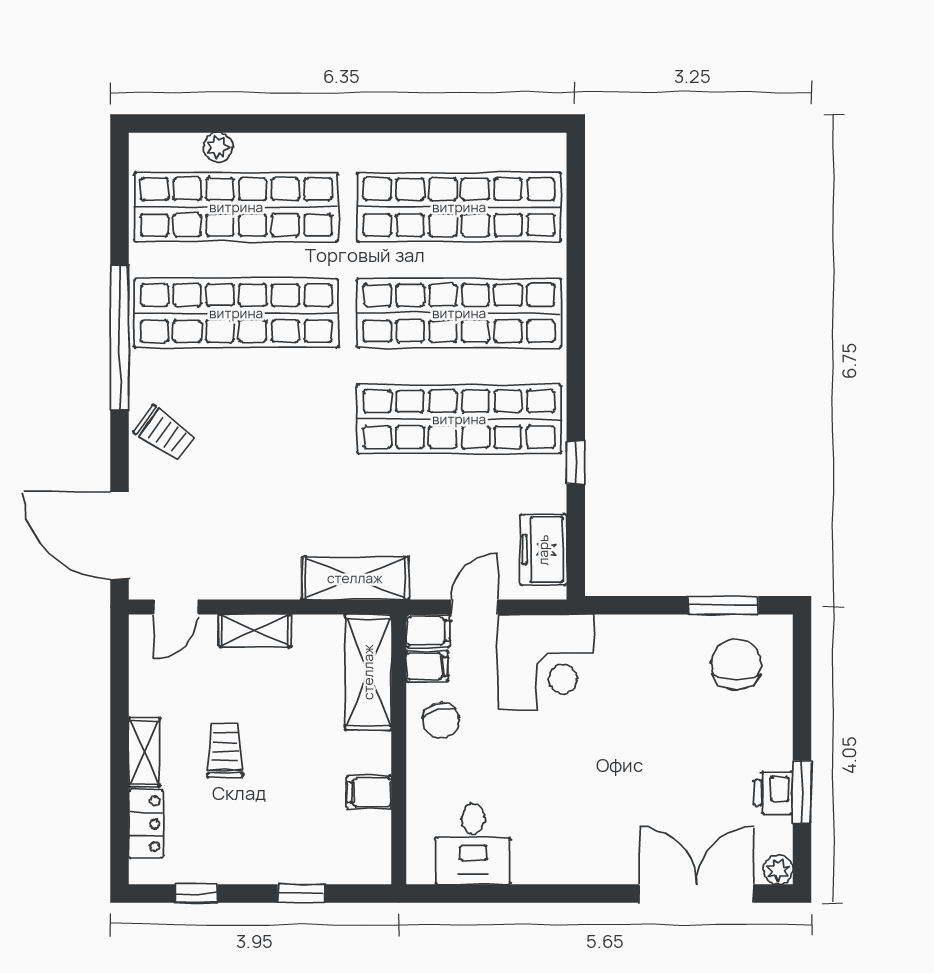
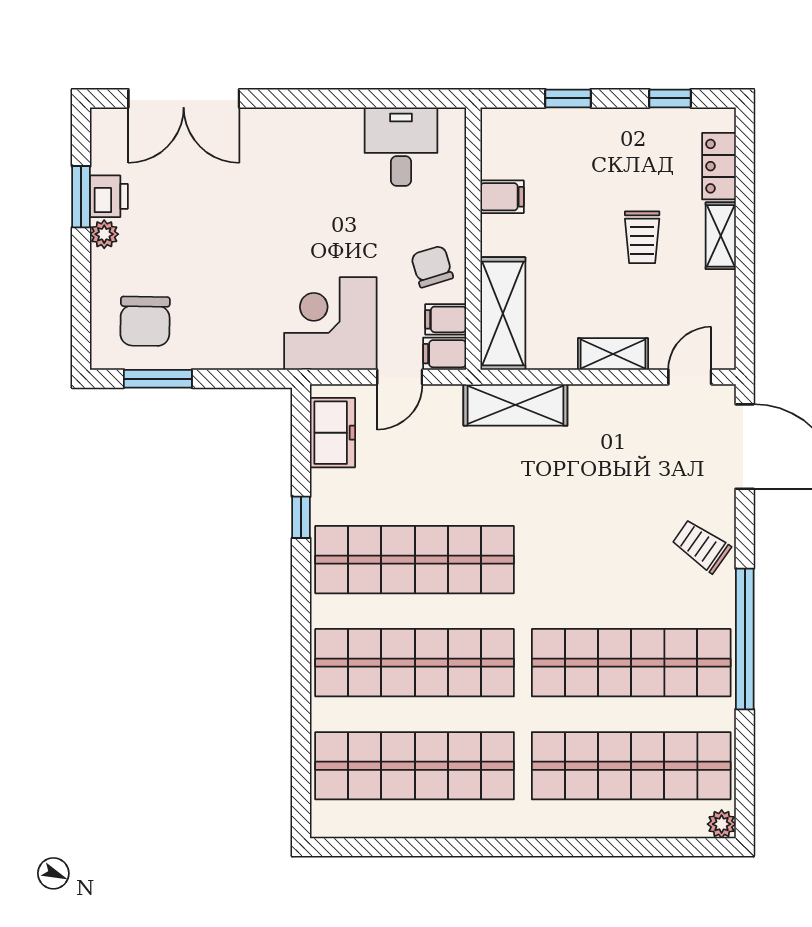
plant: (218, 147) -> (722, 824), moved
plant: (778, 870) -> (104, 234), moved

